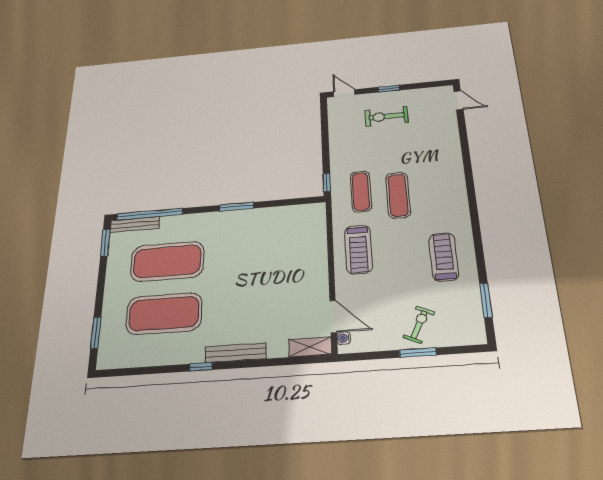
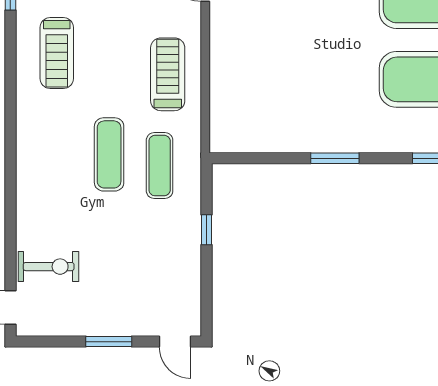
window: (389, 89) -> (109, 342), width x1.50
exercise bike: (387, 116) -> (49, 267), moved
window: (327, 182) -> (206, 230), moved

